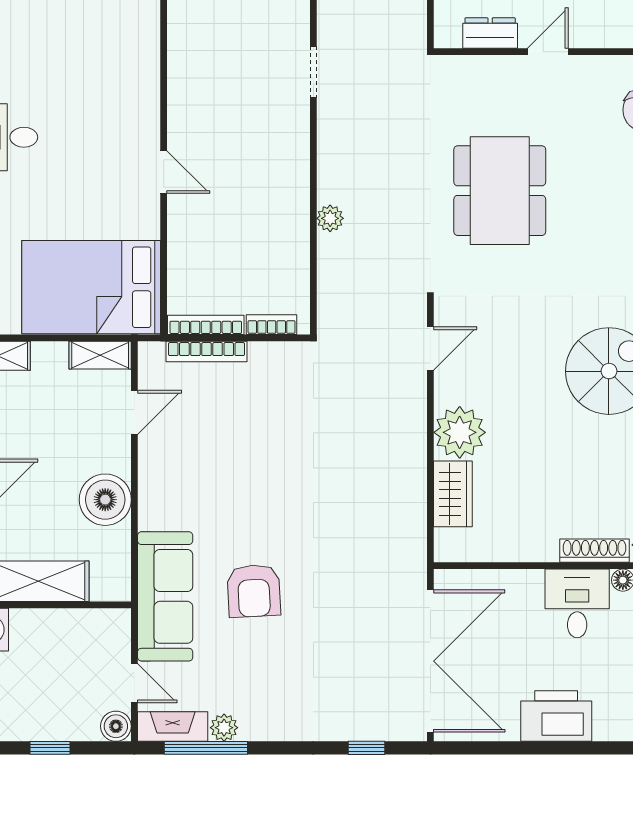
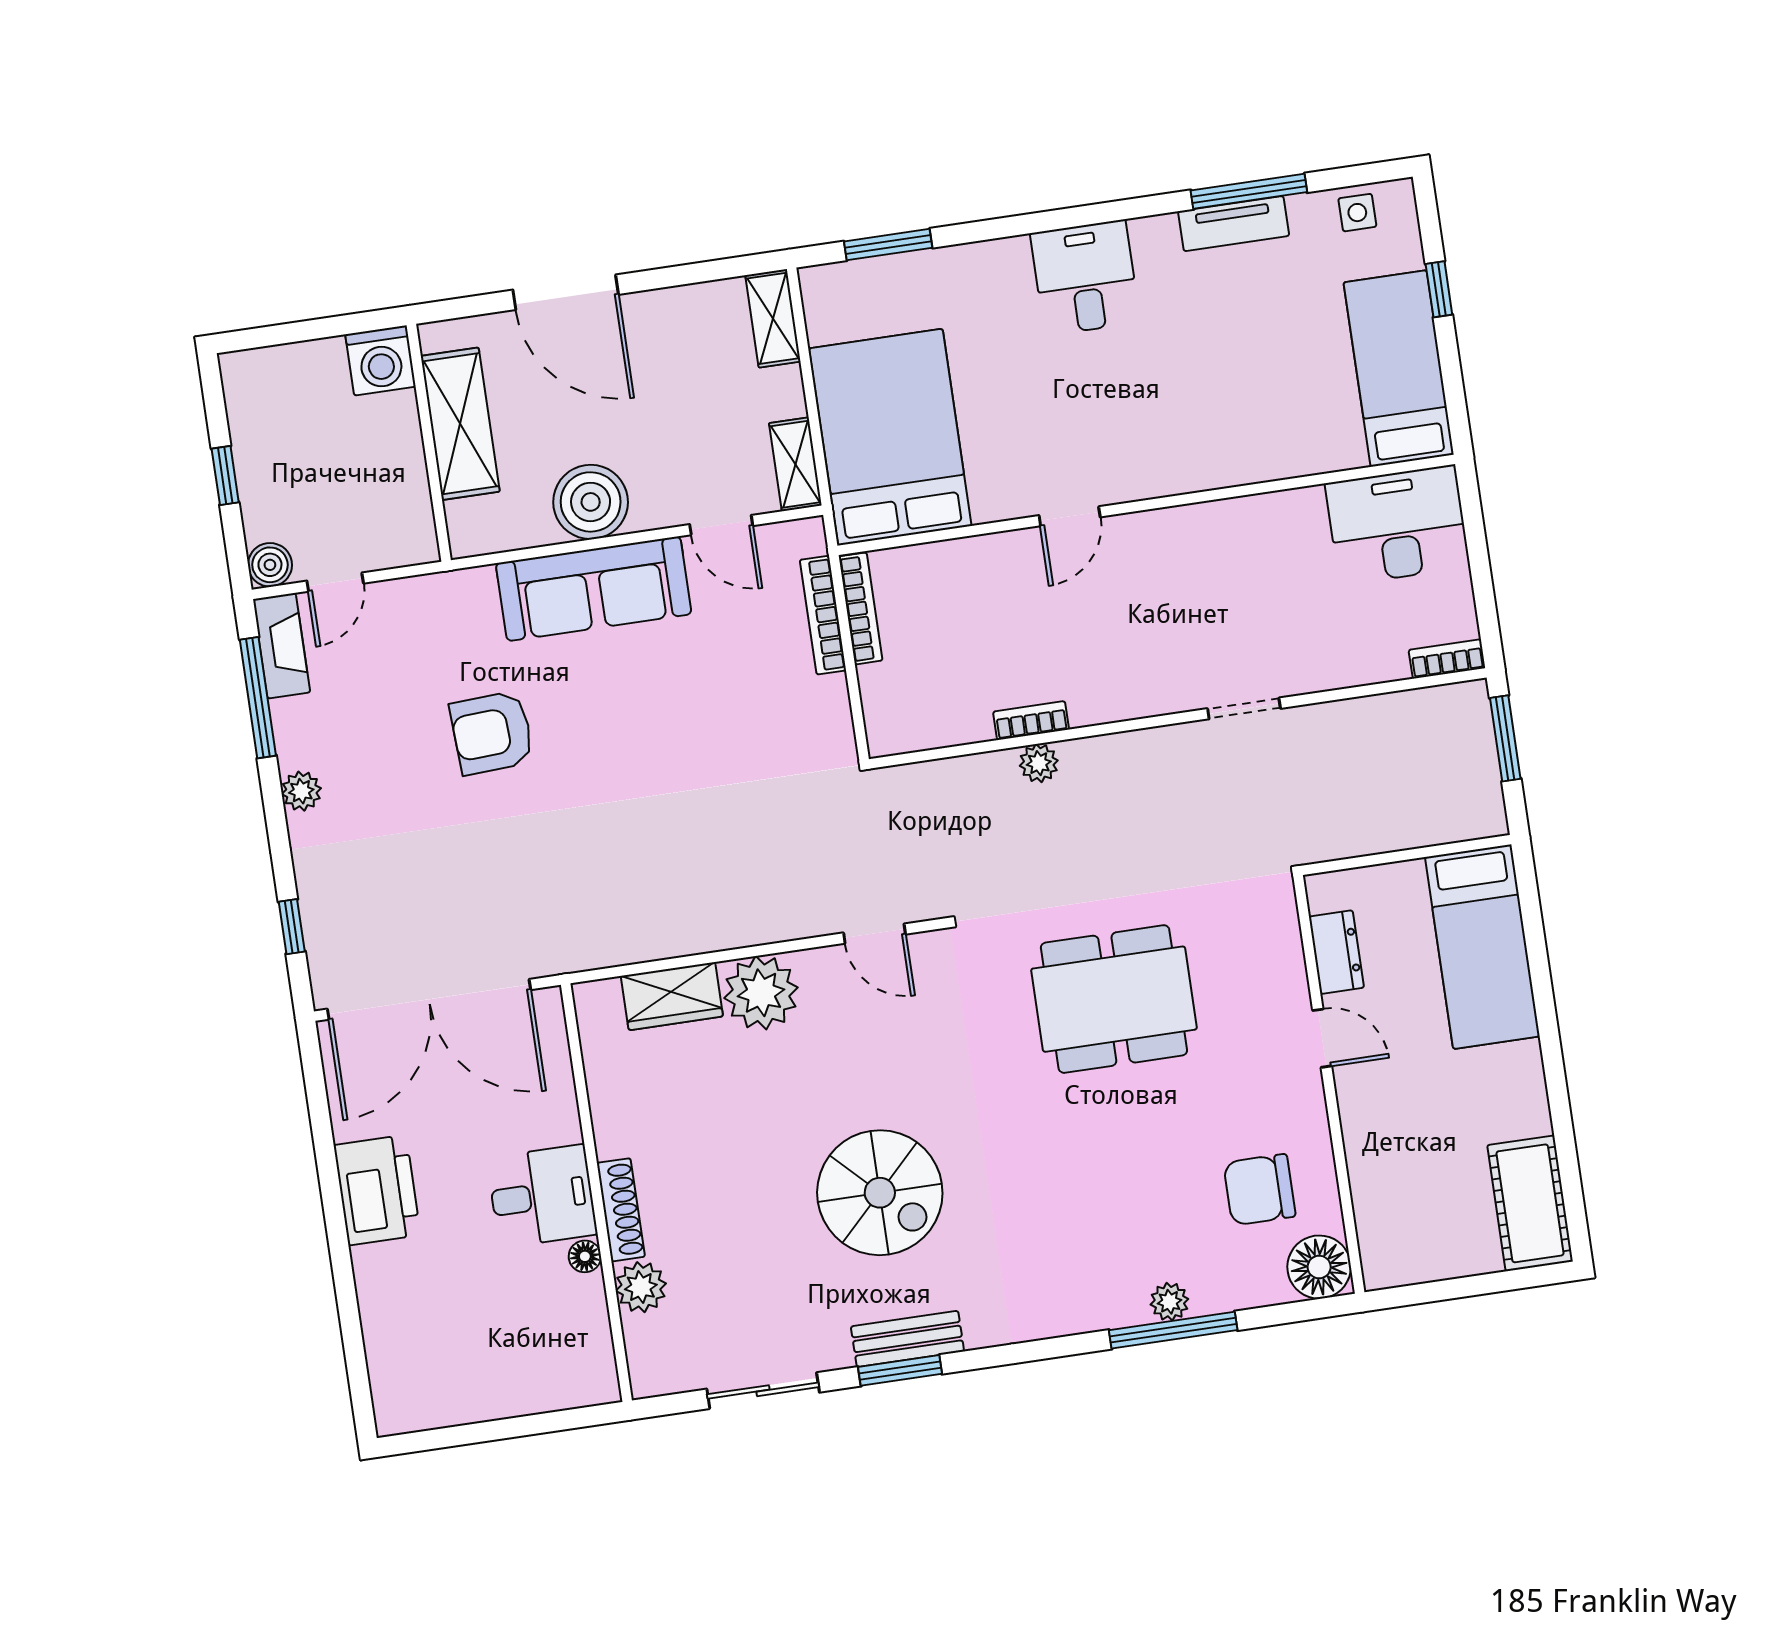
bookcase: (272, 325) -> (1031, 720), moved, turned -90
sofa: (165, 596) -> (594, 589), moved
plant: (224, 728) -> (301, 791), moved

